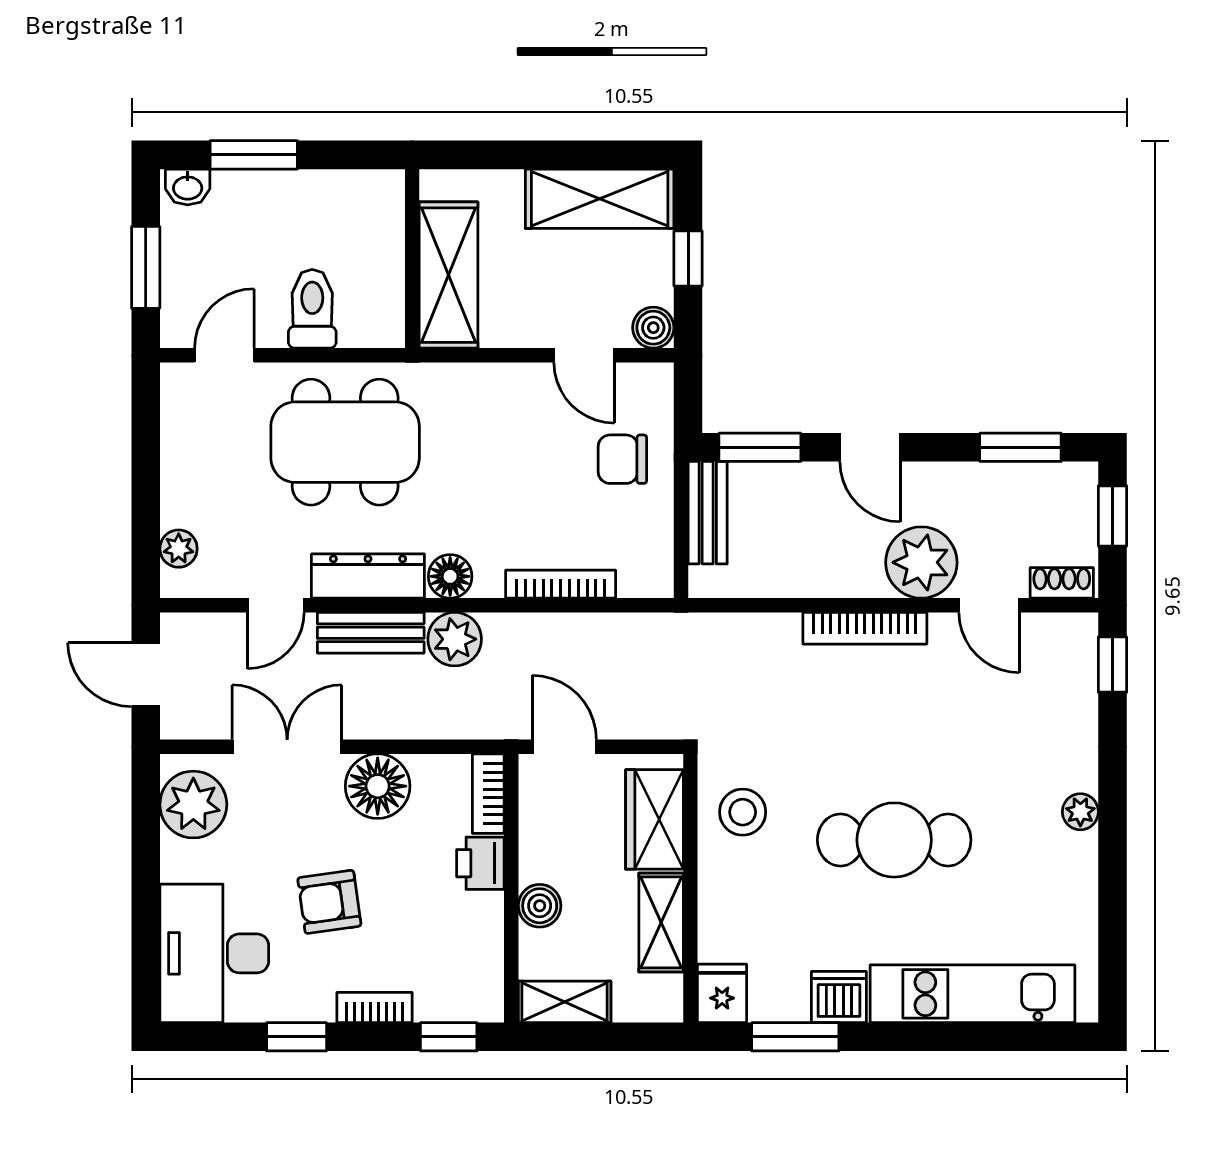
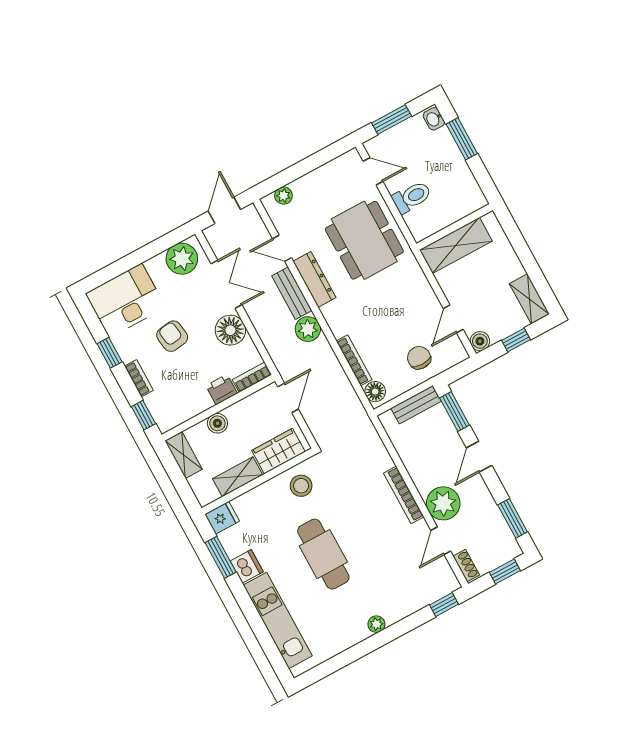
shelving: (600, 199) -> (529, 299), width x0.67, depth x0.75
floor lamp: (450, 576) -> (375, 392), moved

